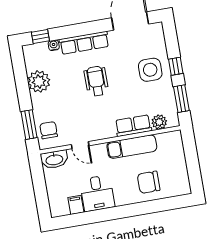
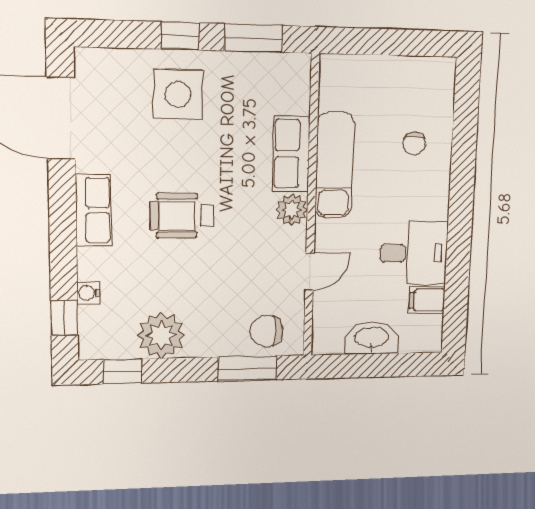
row of seats: (84, 43) -> (94, 210), width x0.68
window: (19, 67) -> (123, 371), added
plant: (159, 122) -> (292, 210), moved
washbasin: (54, 159) -> (372, 338), moved, turned -90
chair: (149, 182) -> (414, 144), width x0.54, depth x0.54

